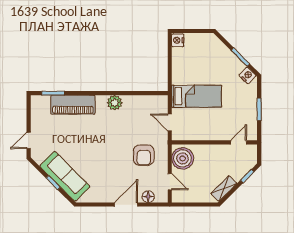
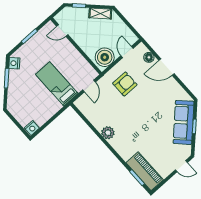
piano: (73, 105) -> (145, 171), moved

